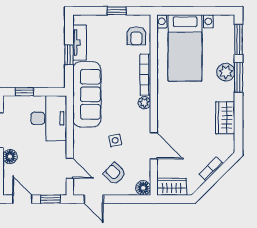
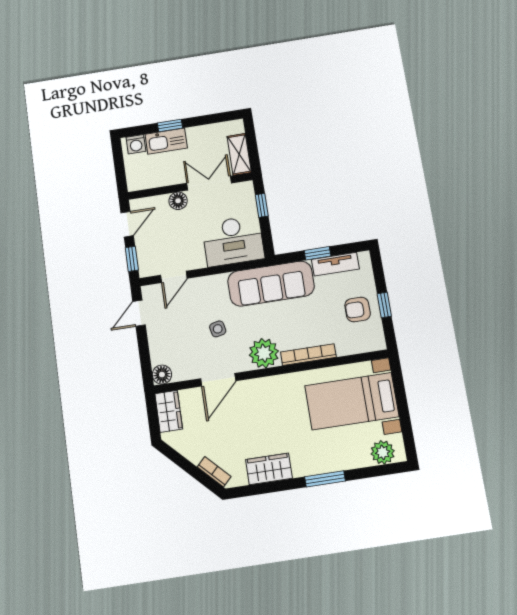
armchair: (136, 36) -> (358, 310), moved
window: (239, 39) -> (375, 471), removed
plant: (226, 72) -> (383, 452), moved
plant: (144, 103) -> (264, 353), width x1.88, depth x1.88
bookcase: (211, 169) -> (214, 472), moved
armchair: (115, 174) -> (175, 335), removed

